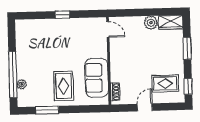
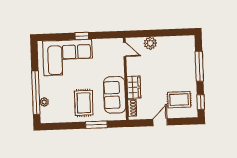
wardrobe: (171, 22) -> (134, 87), moved, turned -90
plant: (151, 23) -> (150, 43), moved
corner sofa: (47, 37) -> (68, 57), added
window: (187, 48) -> (199, 66), width x1.44
window: (47, 110) -> (96, 125), moved

